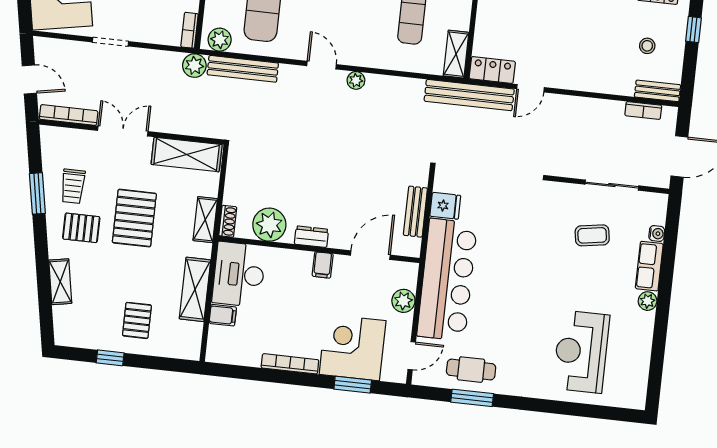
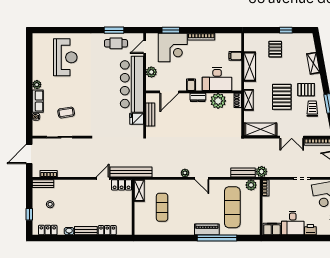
bench: (243, 69) -> (243, 173), width x0.73
desk: (239, 274) -> (217, 79), moved, turned 90

